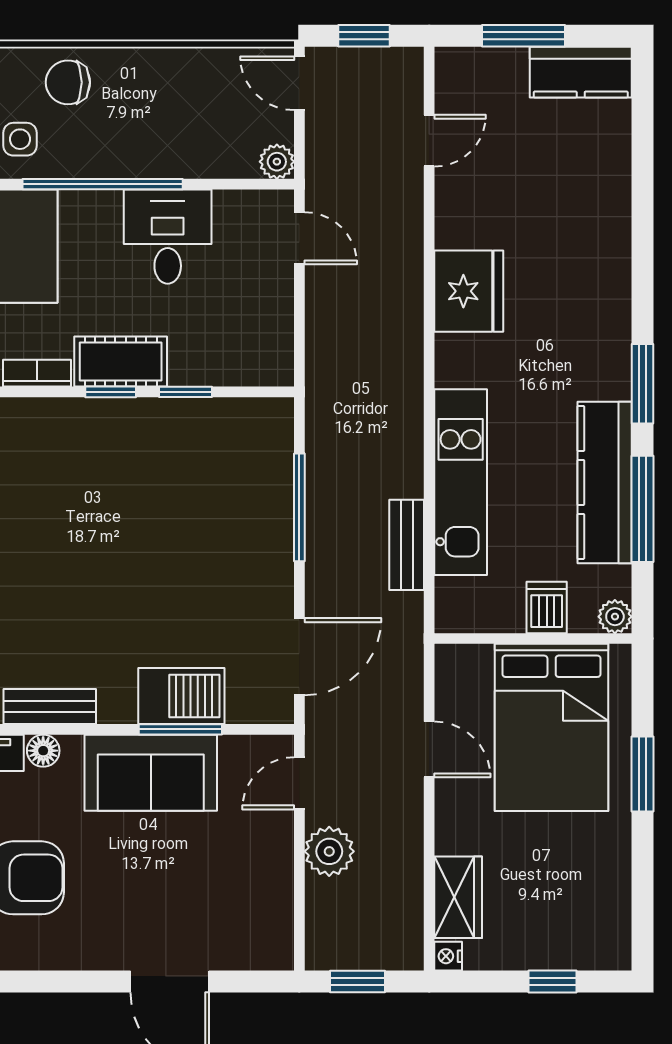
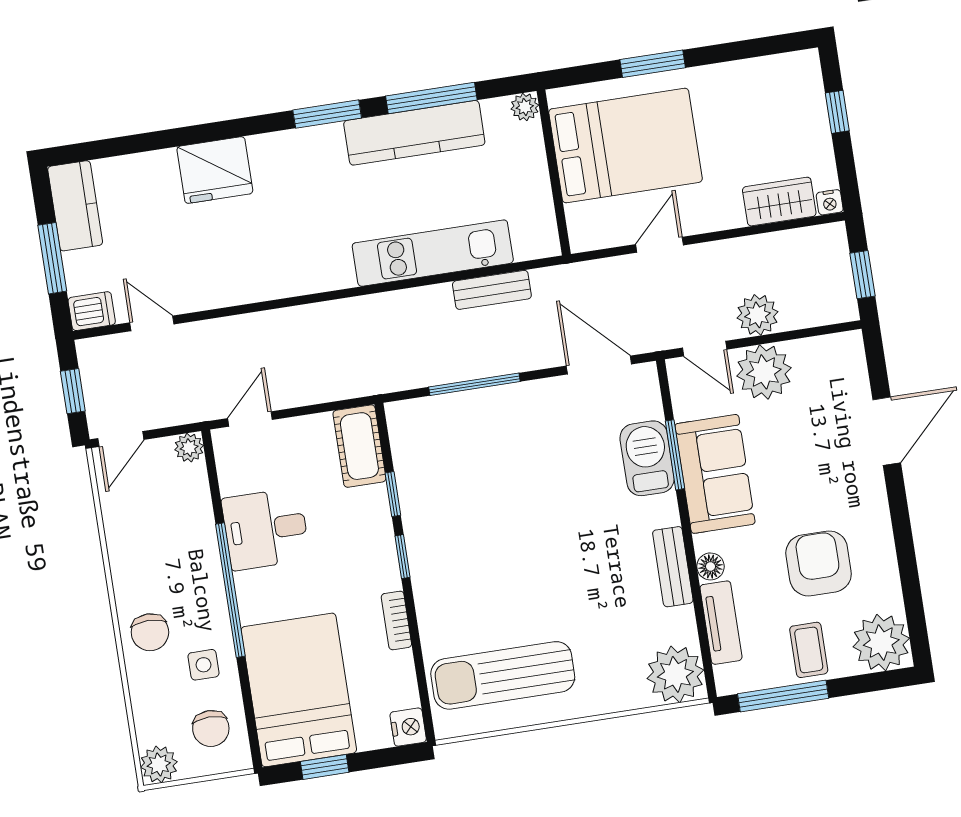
fridge: (469, 291) -> (215, 170), moved, turned 180
cot: (121, 361) -> (359, 446), moved
dishwasher: (547, 607) -> (92, 311), moved, turned 180
plant: (261, 849) -> (764, 372), added

